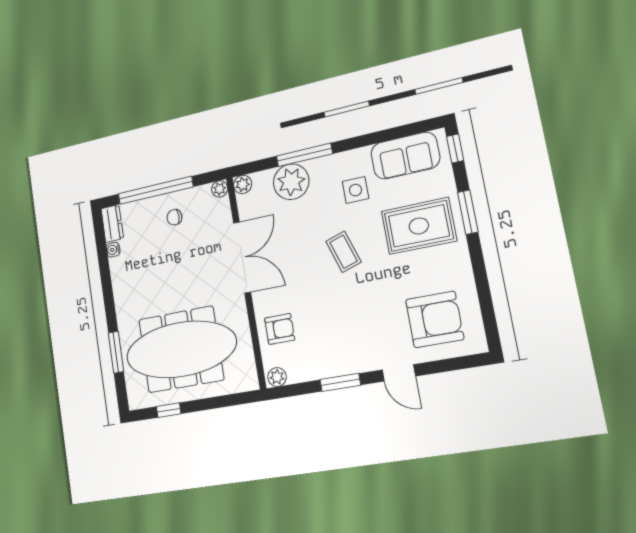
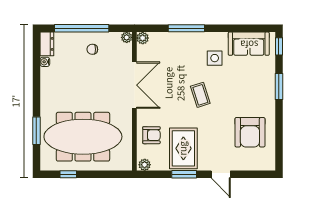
plant: (291, 182) -> (175, 44), removed
rug: (419, 226) -> (183, 148), moved, turned 90
armchair: (435, 319) -> (250, 132), moved, turned 90

